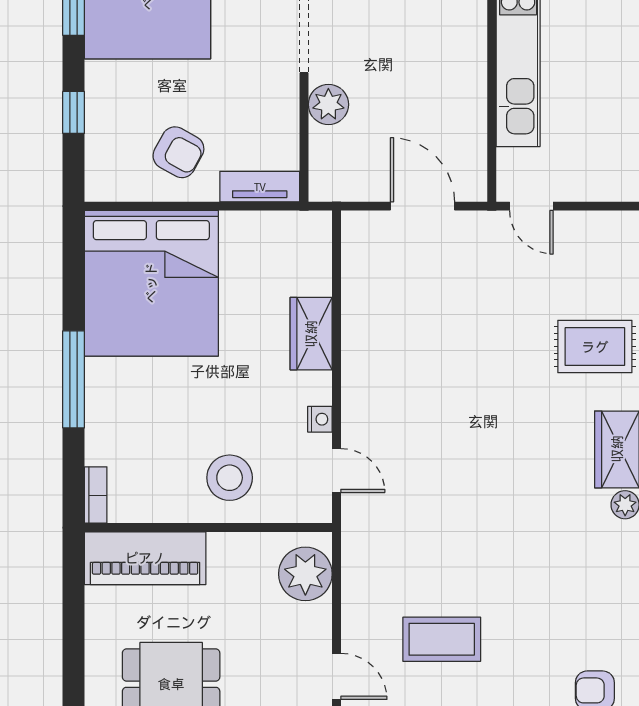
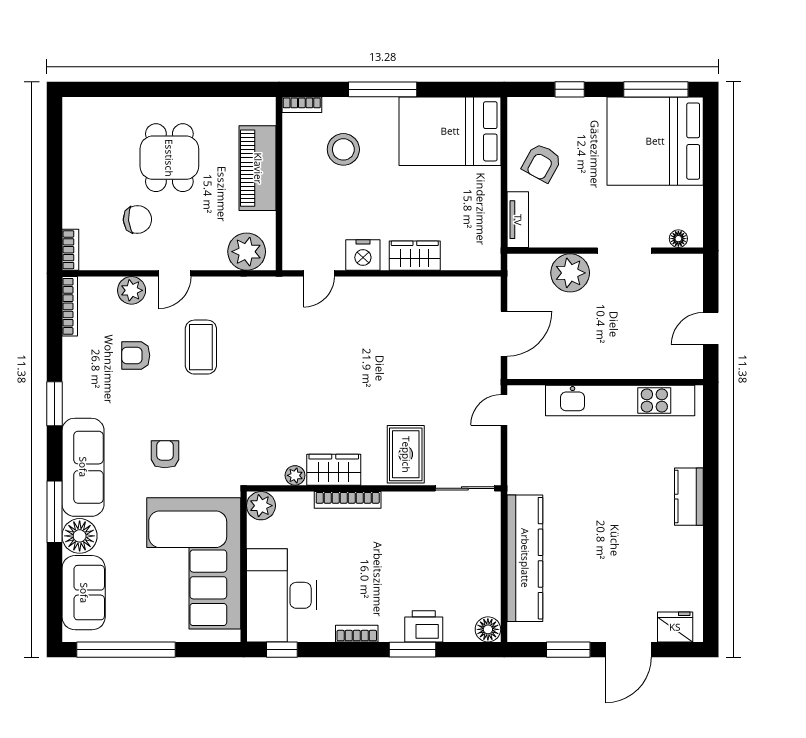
plant: (328, 104) -> (570, 273), width x1.36, depth x1.36
bed: (151, 283) -> (450, 131), width x0.73
nightstand: (320, 419) -> (363, 255), width x1.89, depth x1.79
stool: (230, 478) -> (343, 149), moved
piano: (145, 558) -> (258, 168), moved

